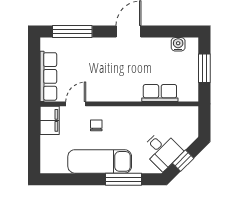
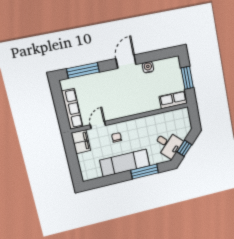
water cooler: (178, 44) -> (148, 67), moved
row of seats: (160, 93) -> (173, 100), moved

